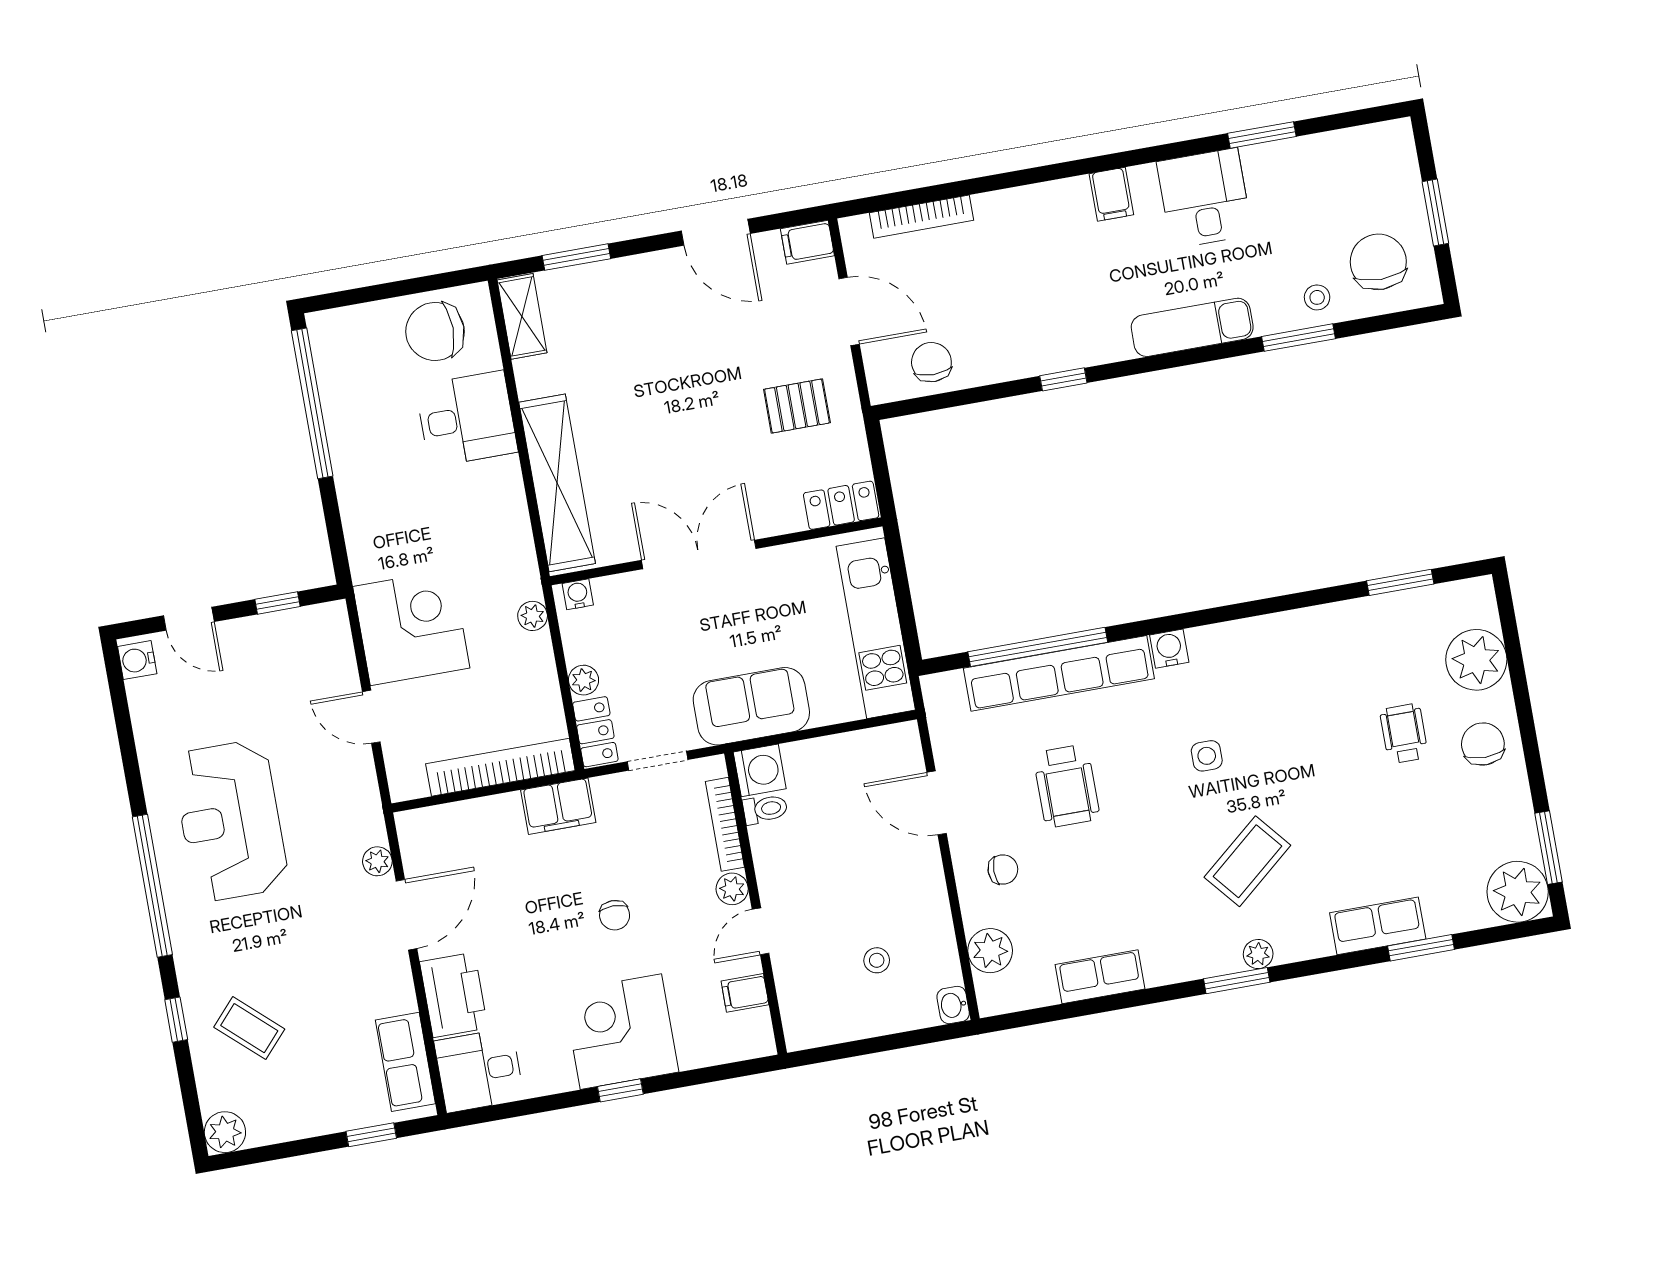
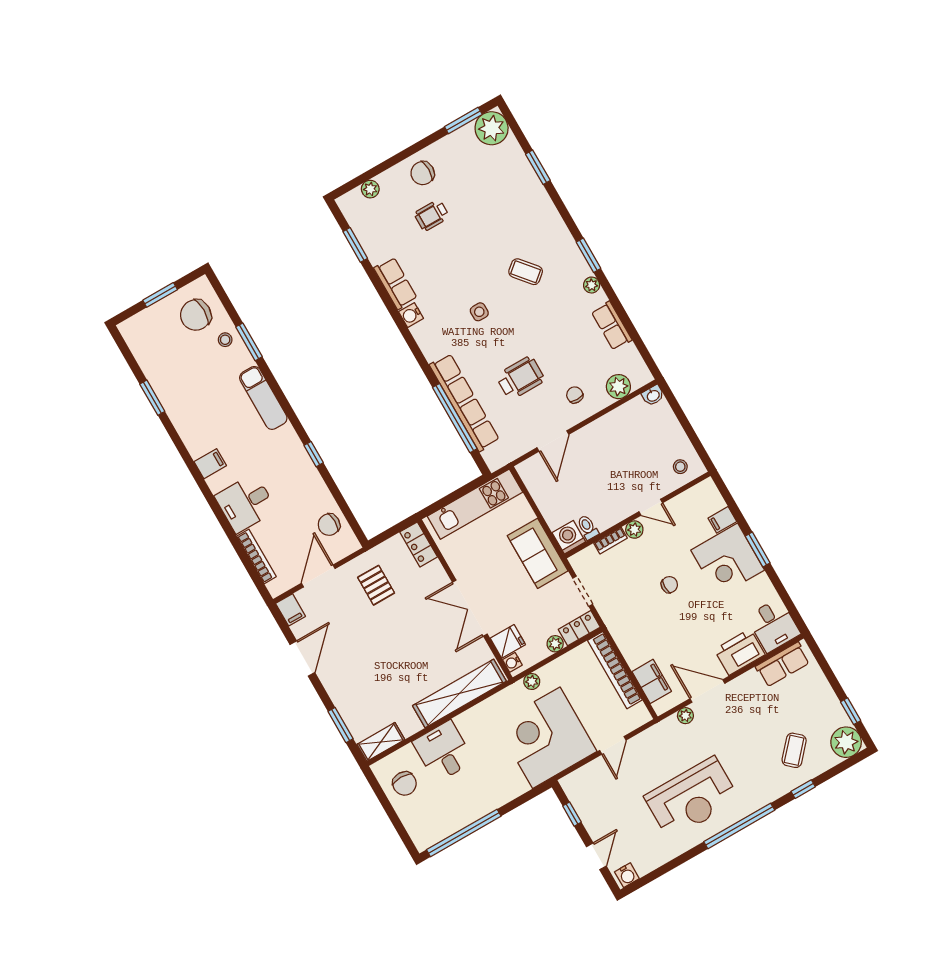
desk: (1204, 198) -> (246, 503), moved
chair: (435, 331) -> (405, 784), width x0.73, depth x0.73
fridge: (617, 599) -> (508, 641), added
corner desk: (411, 627) -> (546, 738), width x1.36, depth x1.36
water cooler: (1169, 649) -> (411, 315), moved
plant: (1476, 660) -> (370, 189), width x0.53, depth x0.53
filing cabinet: (558, 806) -> (652, 681), moved
bookcase: (725, 824) -> (610, 541), width x0.64
coffee table: (1247, 861) -> (526, 272), width x0.73, depth x0.77
row of seats: (1378, 926) -> (396, 283), moved, turned 180
plant: (1258, 954) -> (592, 285), moved
stool: (877, 960) -> (680, 467), moved
filing cabinet: (745, 993) -> (722, 520), moved, turned 90
window: (620, 1090) -> (758, 550), width x1.50
plant: (225, 1132) -> (846, 742), width x1.36, depth x1.36
window: (371, 1135) -> (851, 711), moved

